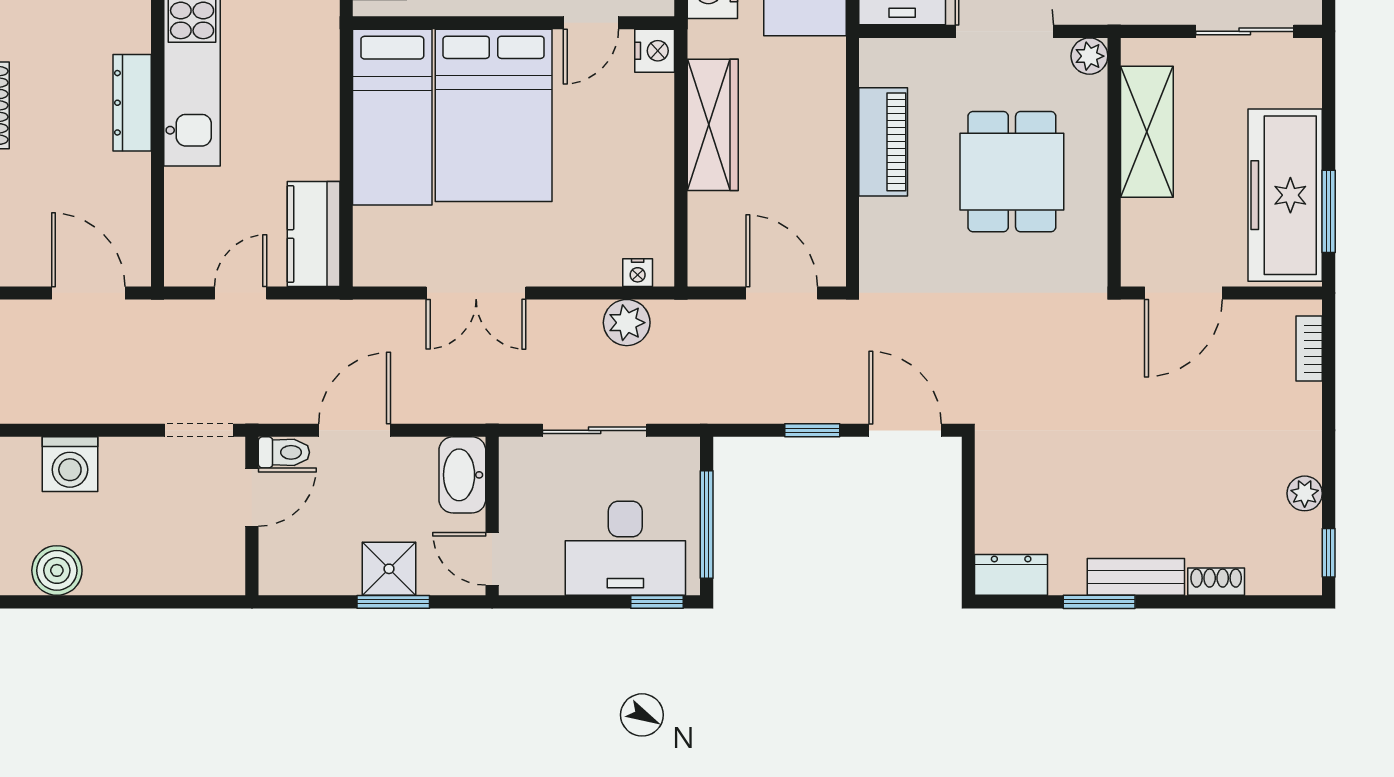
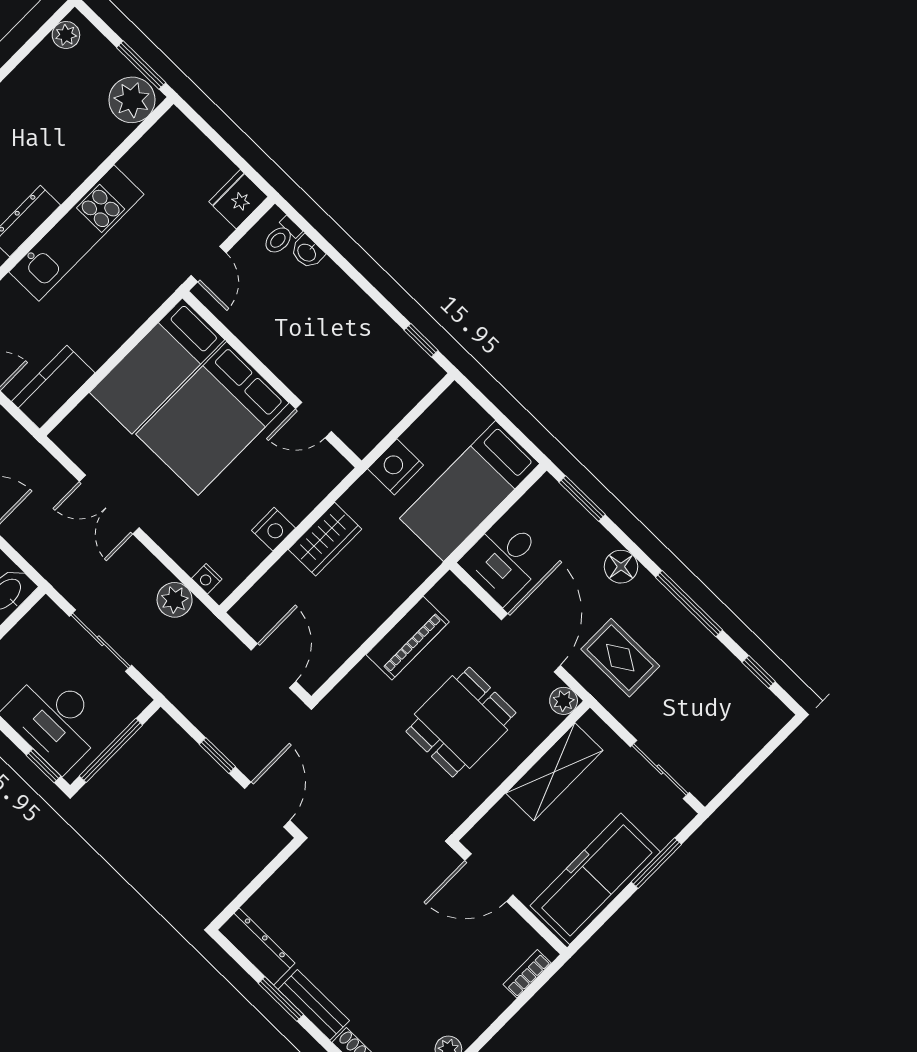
nightstand: (655, 51) -> (273, 529), moved
wardrobe: (713, 125) -> (325, 539), width x0.67
window: (1329, 211) -> (656, 863), moved
dresser: (1011, 575) -> (256, 946), width x1.44

